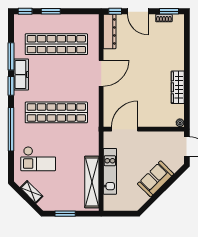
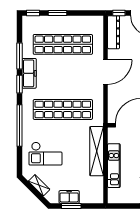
shelving: (92, 182) -> (97, 151), moved
freezer: (63, 204) -> (69, 197), added

